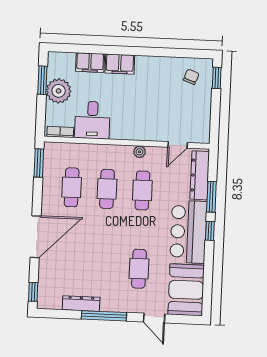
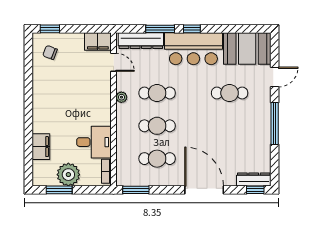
filing cabinet: (120, 64) -> (98, 42), moved, turned 90
dresser: (81, 304) -> (254, 179), moved, turned 90

